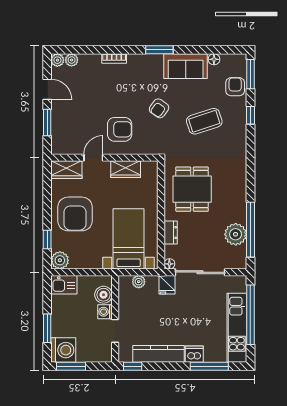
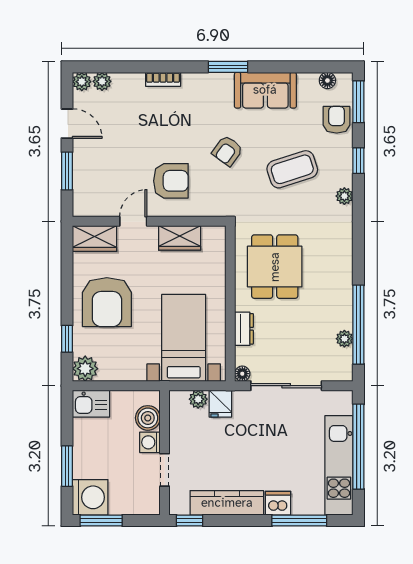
floor lamp: (214, 59) -> (327, 80), moved
plant: (241, 140) -> (344, 196), added
plant: (236, 234) -> (344, 339), width x0.53, depth x0.53
fridge: (167, 285) -> (220, 404), moved

